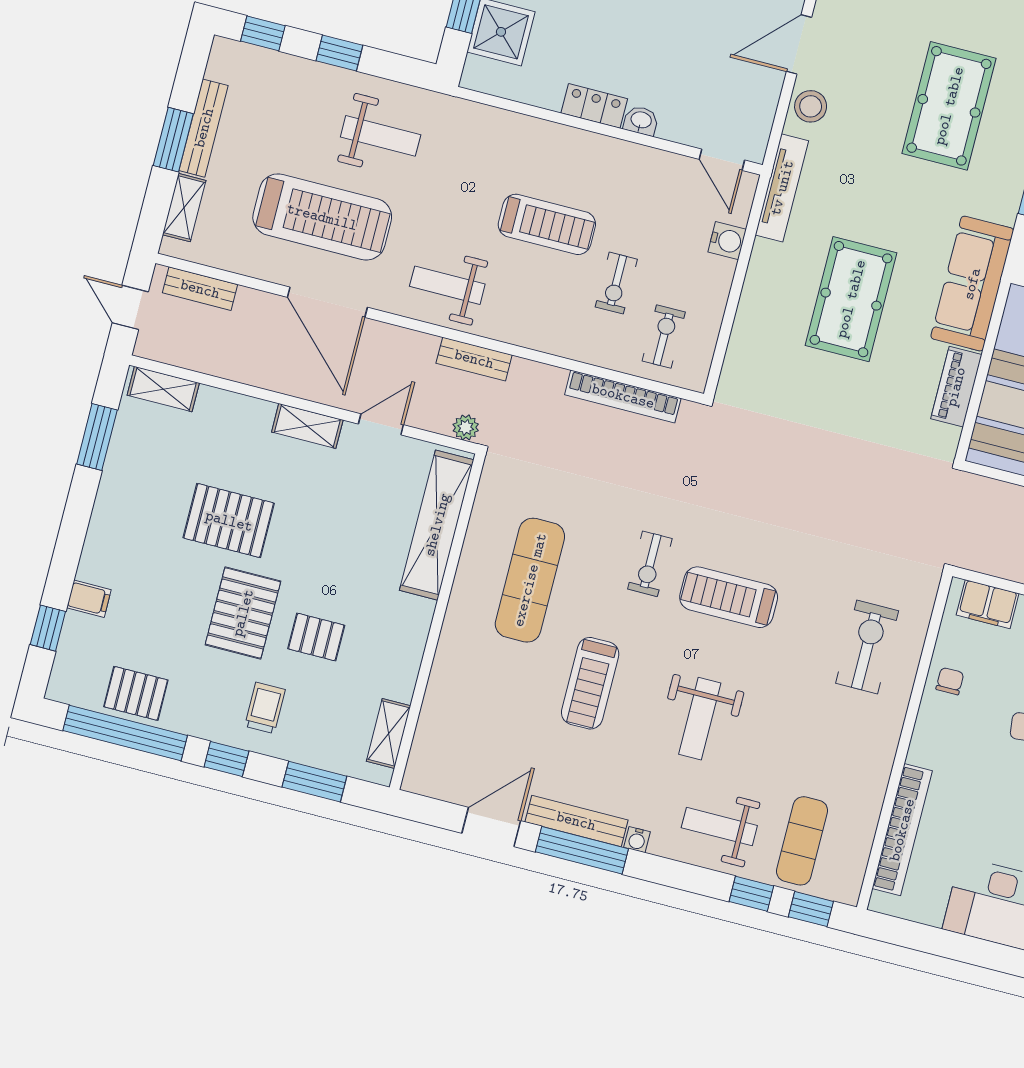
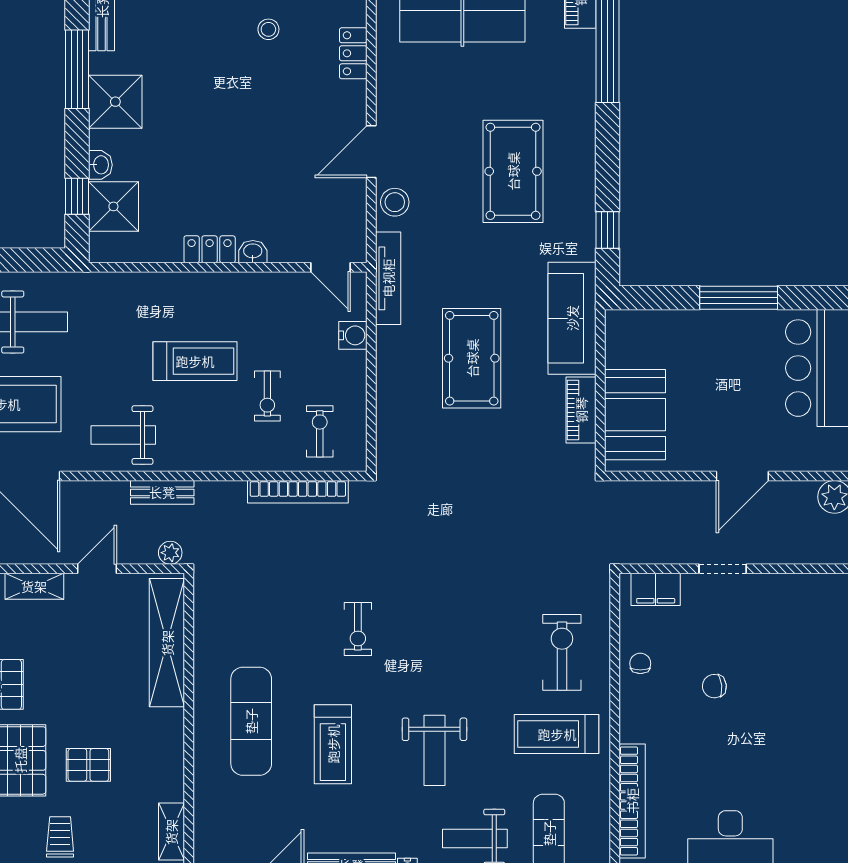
exercise mat: (530, 580) -> (251, 721), moved
treadmill: (729, 597) -> (557, 734), moved

